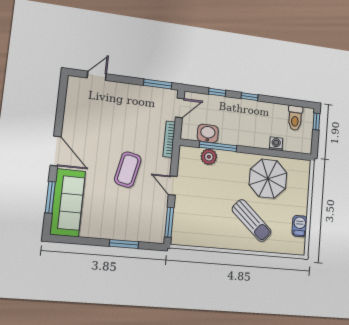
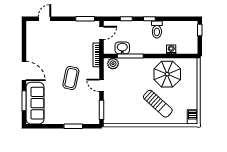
toilet: (295, 118) -> (157, 30), moved
plant: (209, 157) -> (113, 64), moved
barbecue: (300, 226) -> (193, 117), moved

